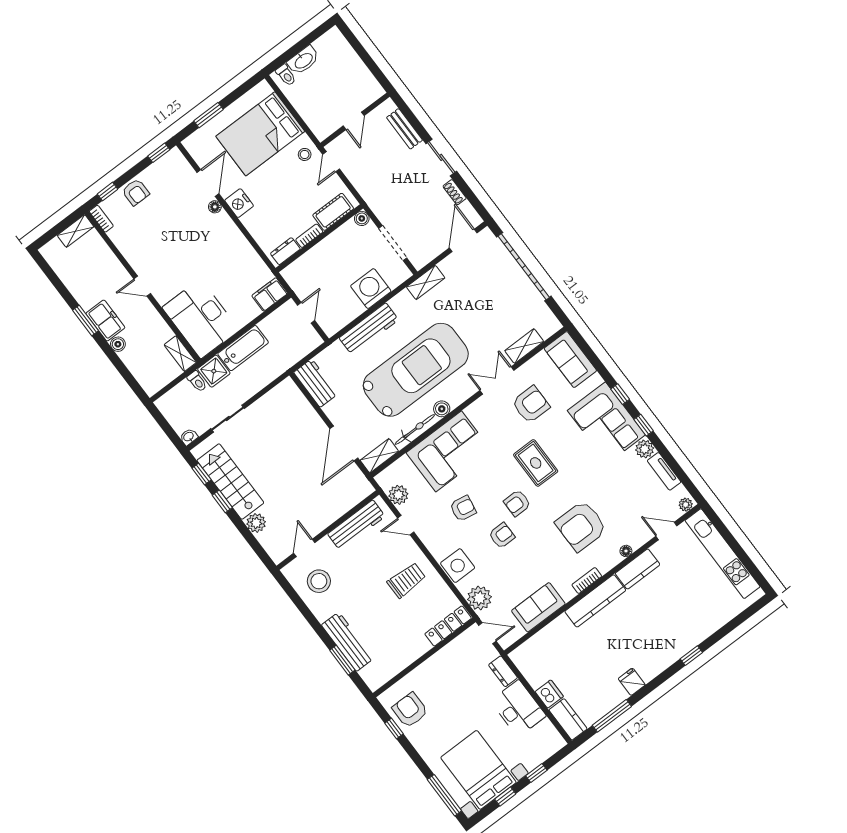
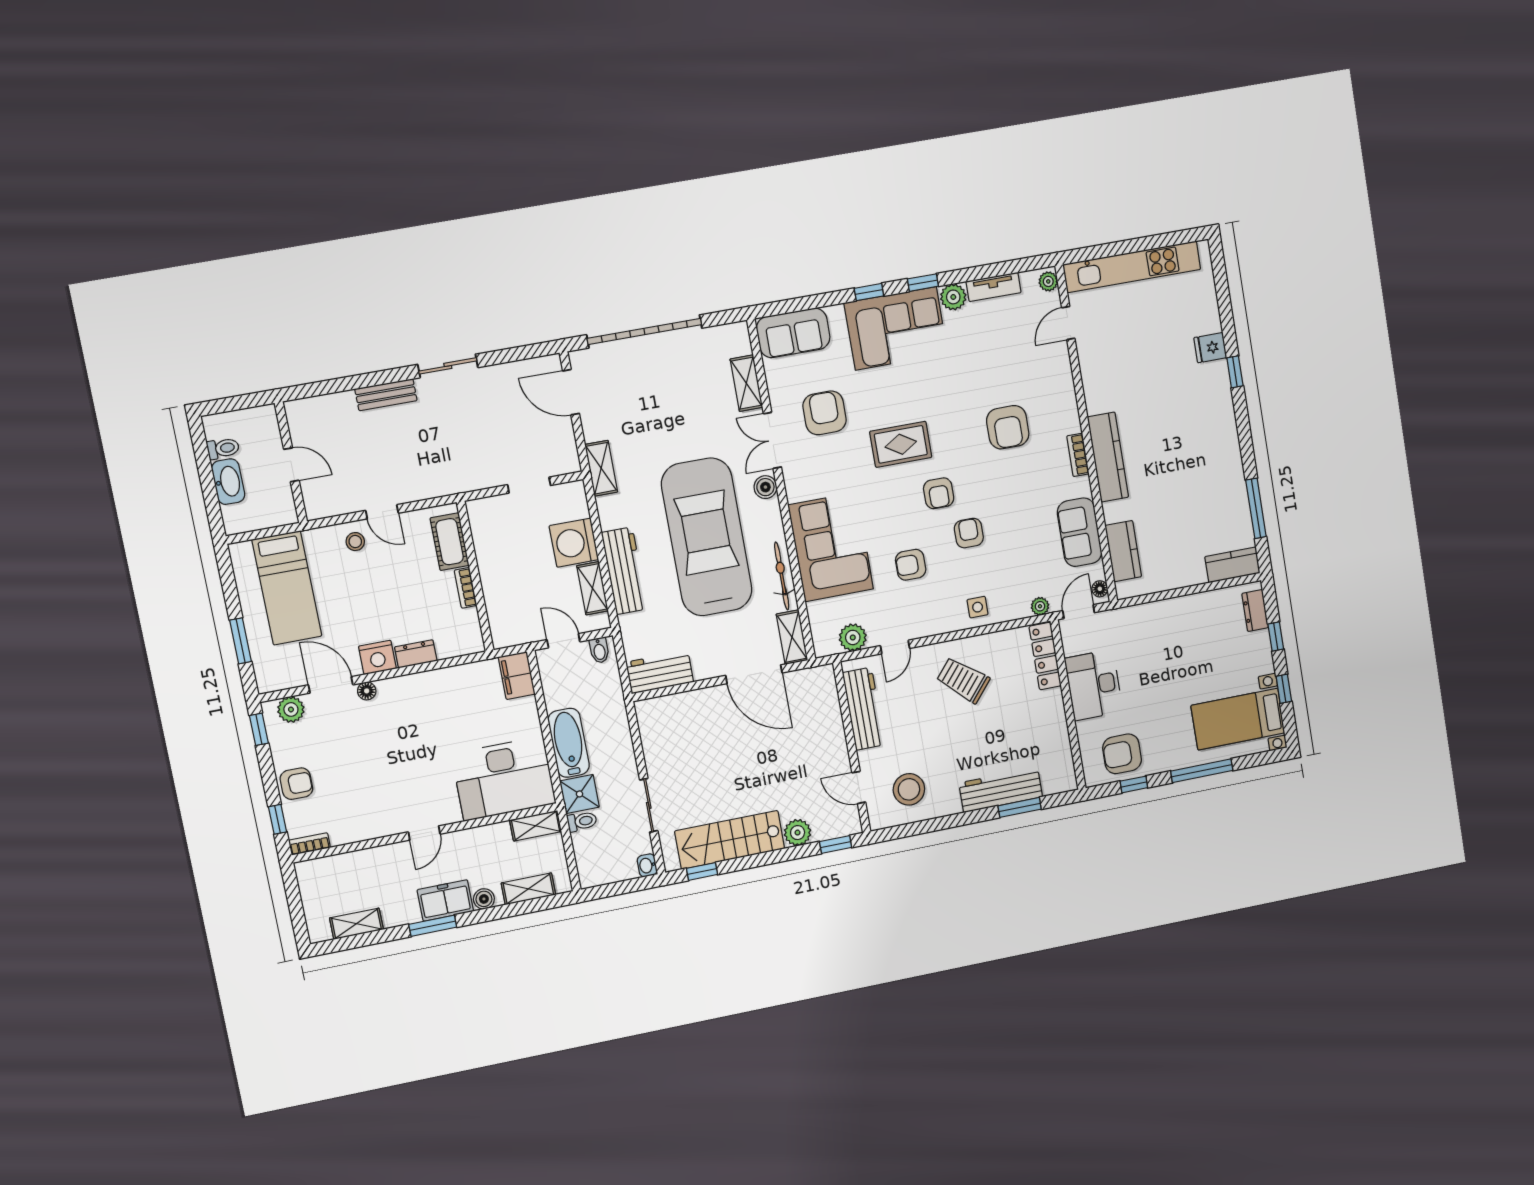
toilet: (286, 75) -> (223, 448), moved
wall: (355, 120) -> (291, 462), moved
door: (354, 121) -> (291, 465), moved
bed: (260, 134) -> (287, 588), width x0.67
plant: (181, 166) -> (291, 709), added
shoe rack: (455, 192) -> (502, 372), removed
boiler: (362, 218) -> (477, 509), removed
shelving: (75, 231) -> (356, 924), moved, turned 90
doorway: (393, 243) -> (529, 485), width x0.73
dresser: (285, 251) -> (416, 654), moved, turned 90
shelving: (348, 314) -> (592, 588), added
bidet: (311, 338) -> (599, 650), added
shelving: (138, 369) -> (528, 889), added
boiler: (442, 409) -> (765, 487), moved
window: (222, 501) -> (836, 845), moved
armchair: (463, 508) -> (911, 565), turned -100
armchair: (581, 526) -> (1008, 427), width x0.73, depth x0.73
floor lamp: (626, 551) -> (1100, 589), moved
side table: (458, 566) -> (978, 607), width x0.54, depth x0.54
kitchen counter: (638, 569) -> (1123, 551), moved
trolley: (406, 580) -> (963, 680), turned -50
plant: (479, 598) -> (1040, 606), width x0.53, depth x0.53
dresser: (503, 671) -> (1255, 611), moved, turned 90
fridge: (632, 682) -> (1210, 348), moved
dishwasher: (549, 694) -> (1191, 573), removed
desk: (518, 708) -> (1094, 685), moved, turned -90
bed with nightstands: (478, 770) -> (1238, 719), width x0.73
window: (444, 795) -> (1202, 771), moved

